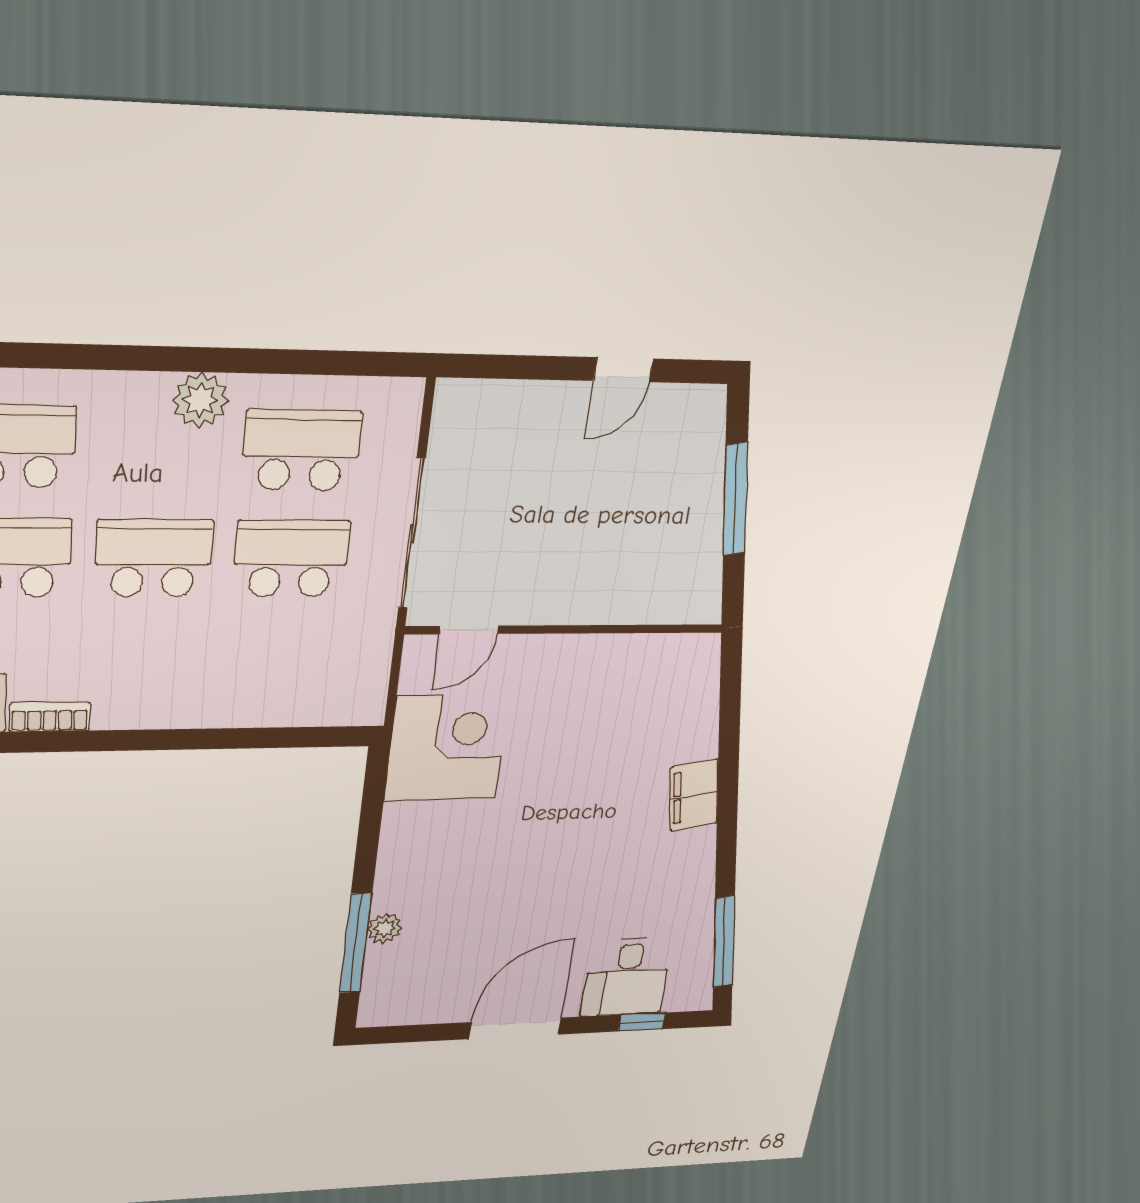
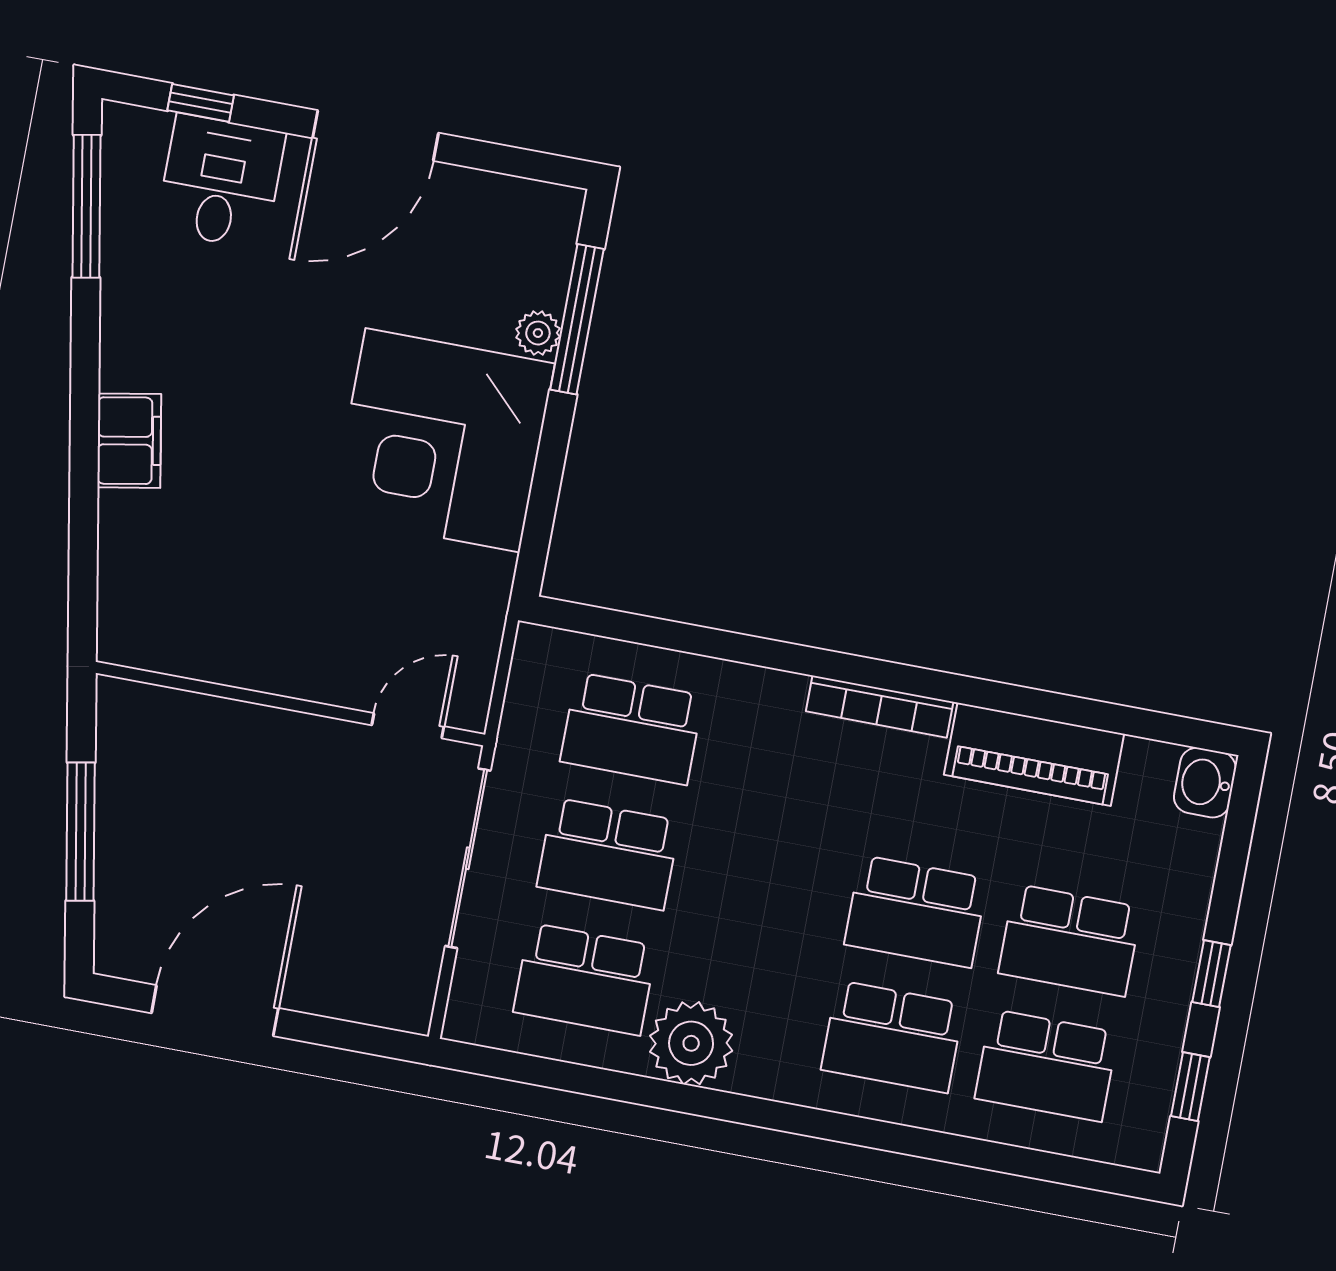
door: (623, 370) -> (215, 1011), width x1.87
plant: (200, 400) -> (691, 1043), width x1.36, depth x1.36
school desk: (154, 558) -> (632, 729), moved
bookcase: (50, 717) -> (880, 707), width x1.56
corner desk: (447, 748) -> (443, 440), moved, width x1.36, depth x1.36

